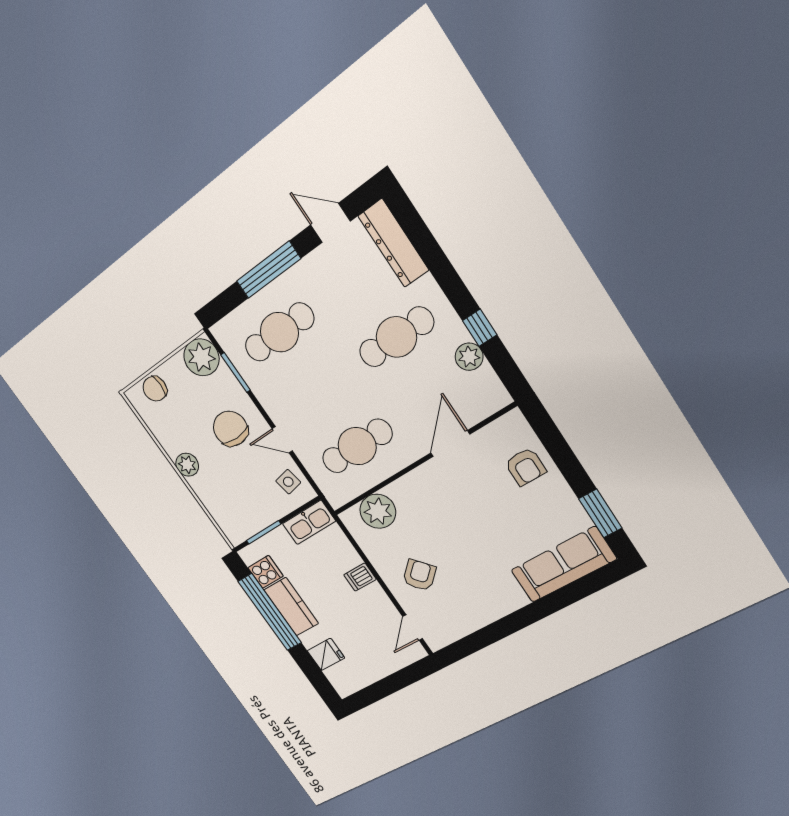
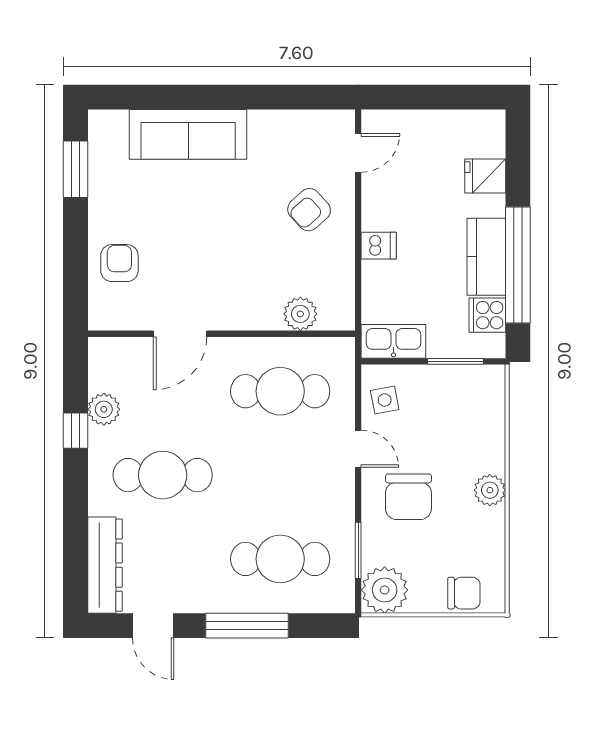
plant: (378, 511) -> (300, 314), width x0.73, depth x0.73
sofa: (563, 565) -> (188, 134), moved

